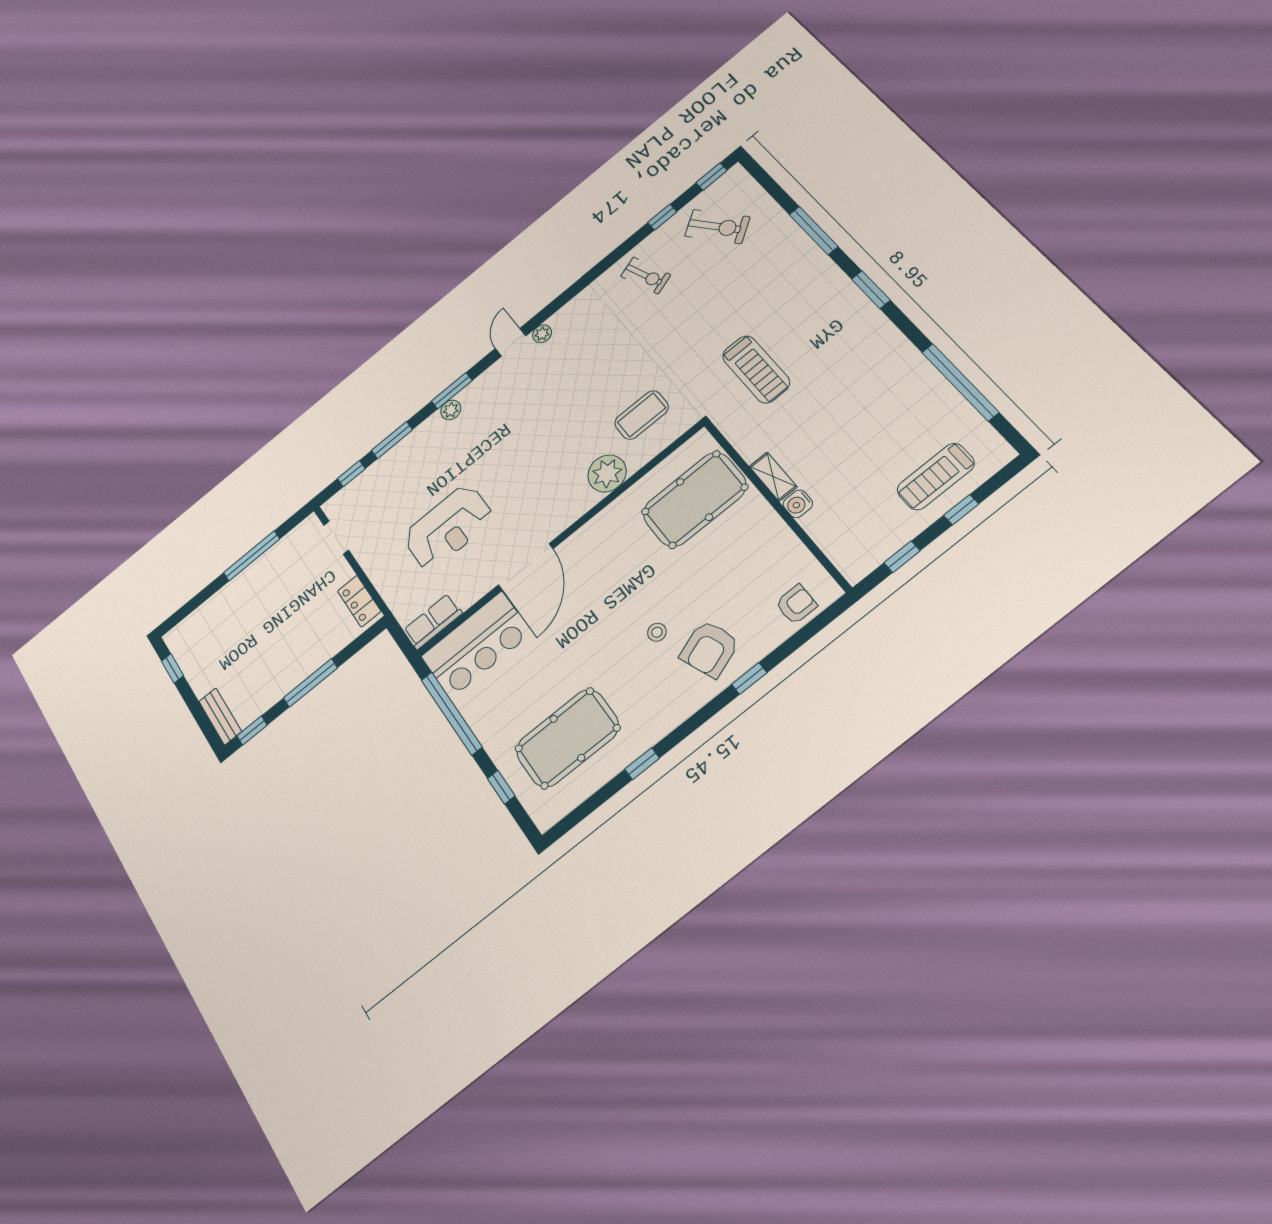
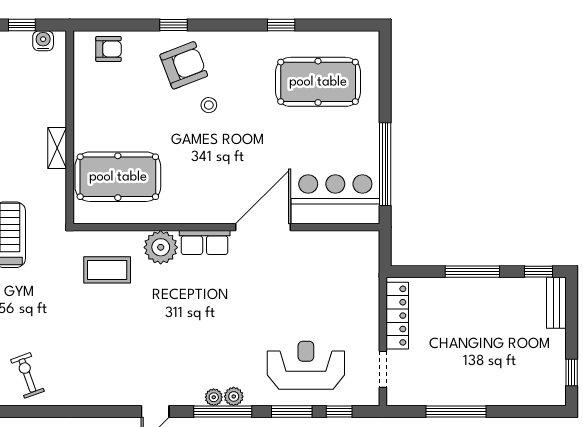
plant: (542, 334) -> (214, 397), moved
window: (452, 391) -> (223, 412), width x1.44
water cooler: (798, 504) -> (43, 41), moved, turned -90
reception desk: (448, 527) -> (306, 365), moved
locker: (359, 601) -> (397, 316), width x1.53
armchair: (796, 604) -> (108, 49), turned 180
row of seats: (433, 621) -> (205, 243), moved
window: (501, 787) -> (385, 85), removed

